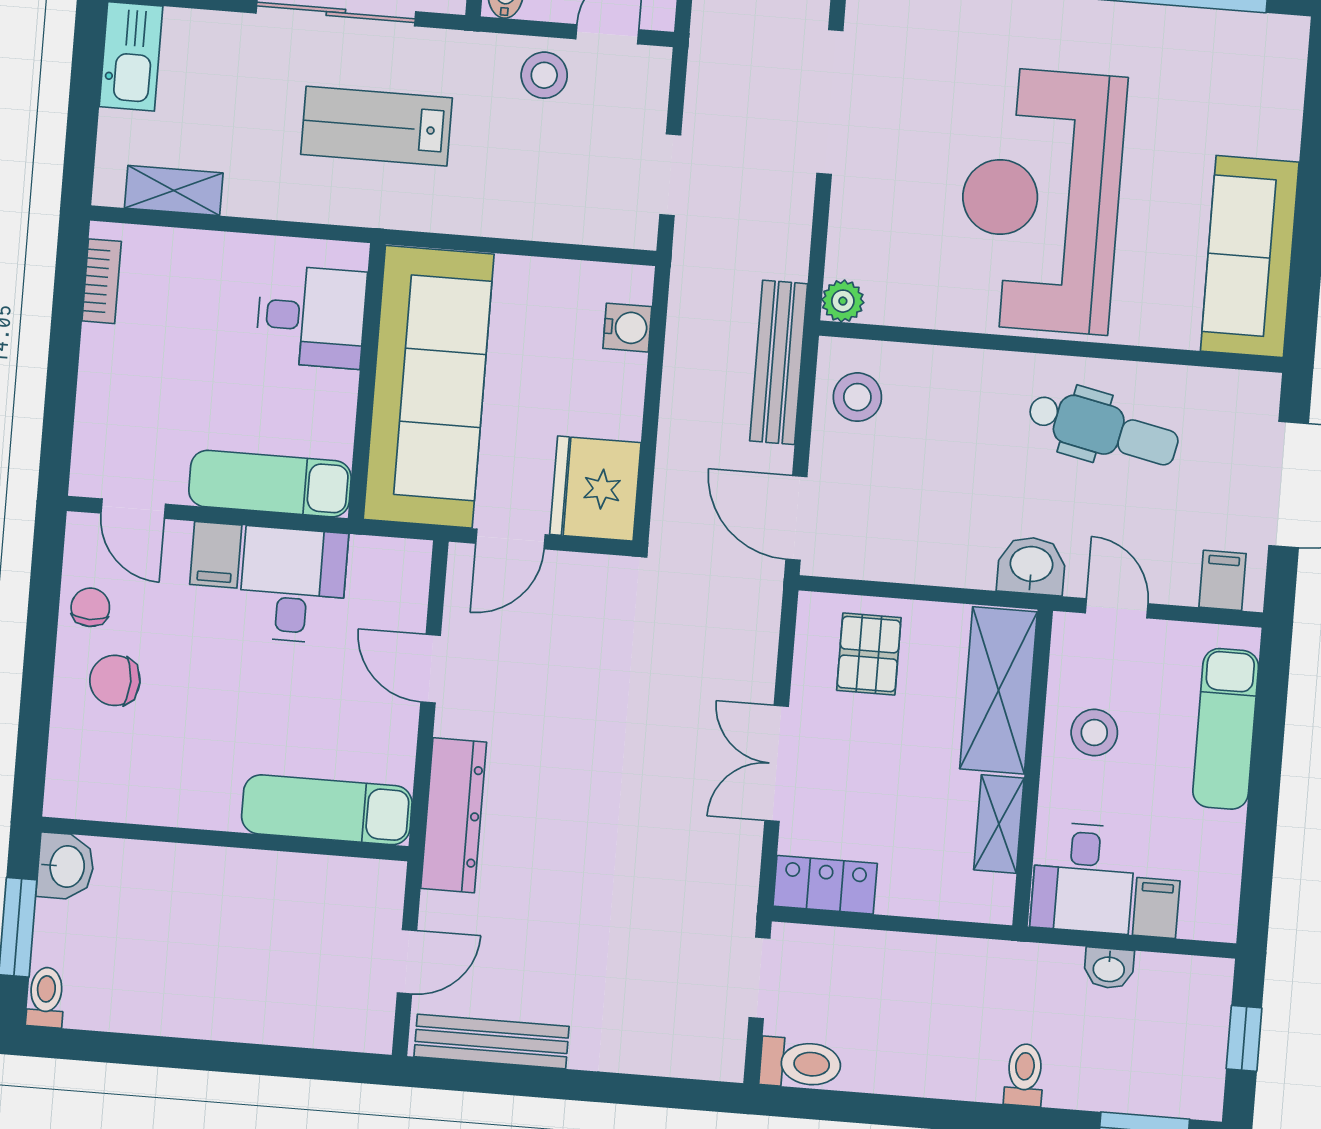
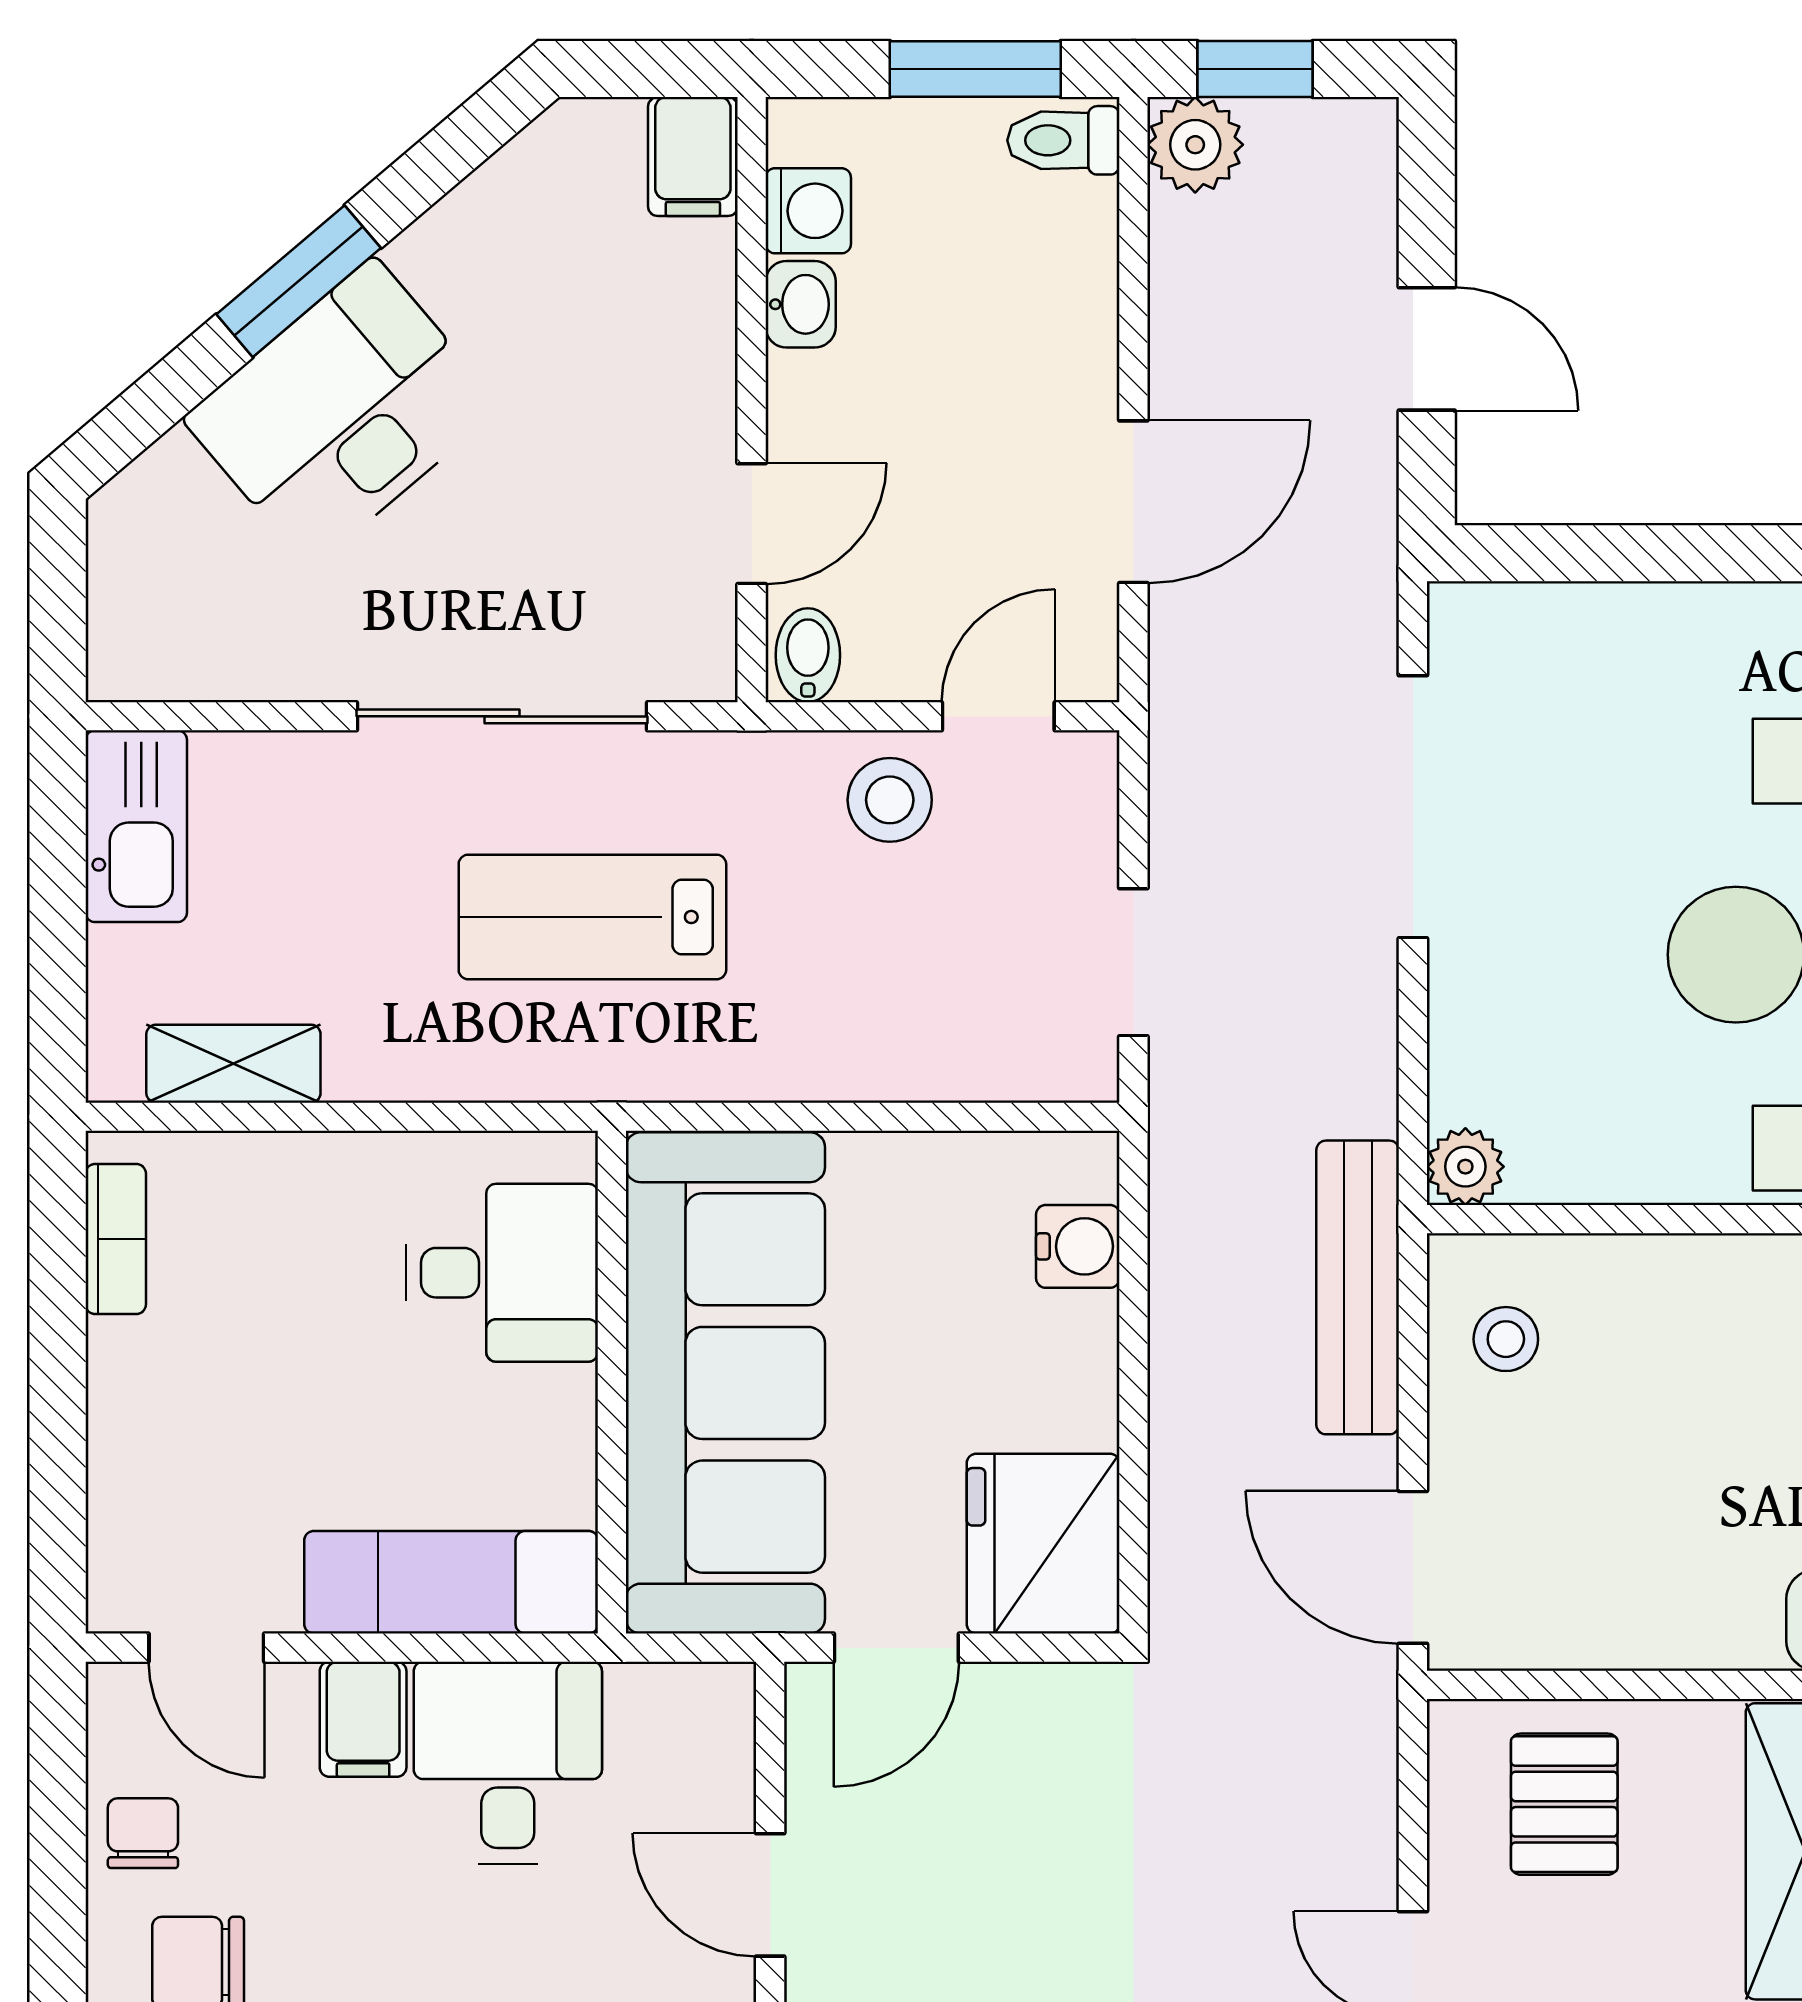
stool: (857, 397) -> (1506, 1339), width x0.73, depth x0.73

